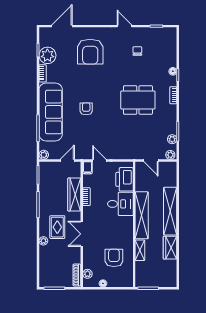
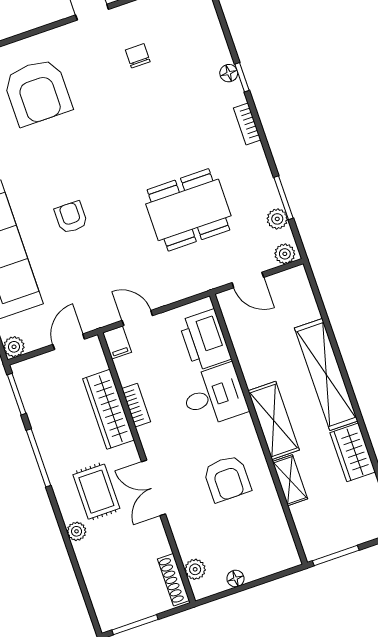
dining table: (138, 100) -> (188, 210), moved
shelving: (142, 215) -> (274, 420), width x0.68
armchair: (114, 258) -> (227, 479), moved, turned 180

